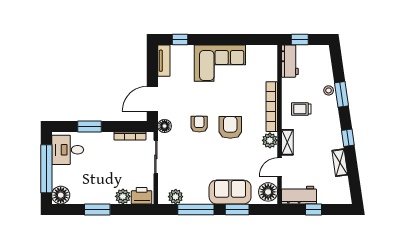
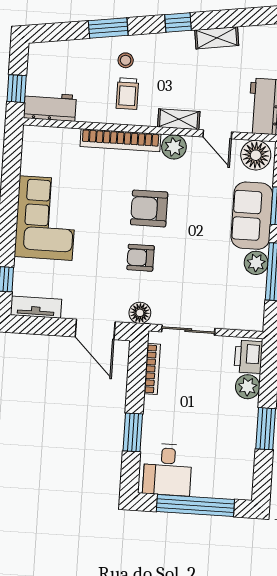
stool: (329, 90) -> (126, 60), moved
floor lamp: (61, 195) -> (239, 485), removed
plant: (176, 197) -> (256, 263), moved

